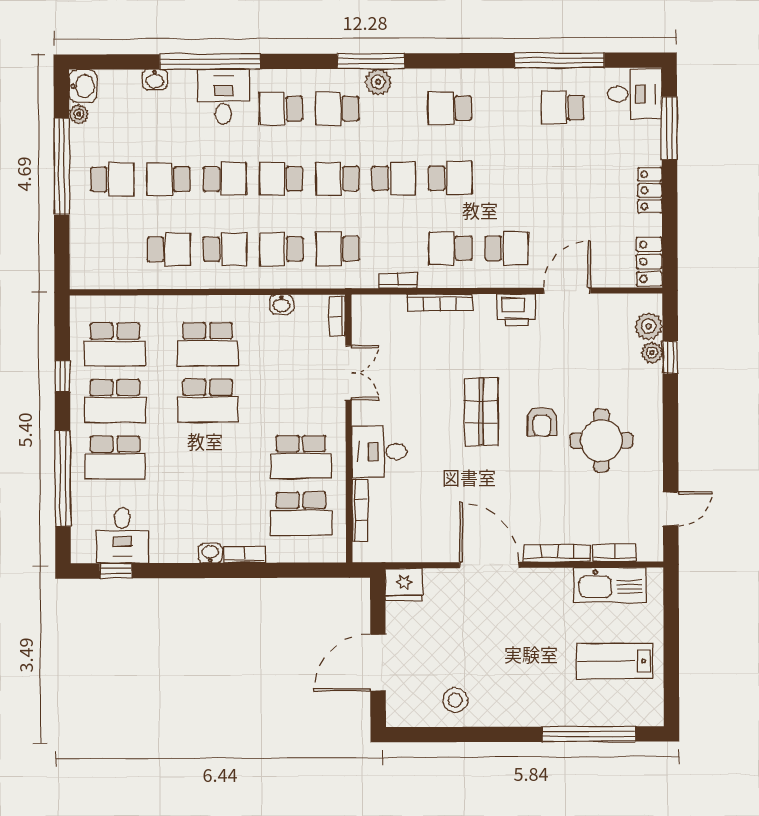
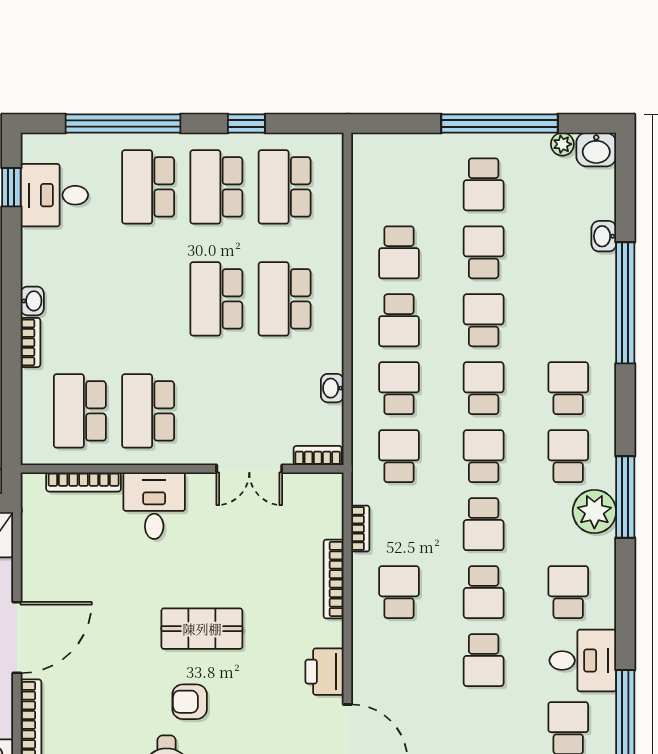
plant: (378, 82) -> (594, 511), width x1.36, depth x1.36
desk: (223, 97) -> (583, 660), moved
school desk: (225, 179) -> (484, 320), turned 180
school desk: (507, 248) -> (484, 660), moved

